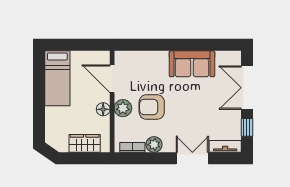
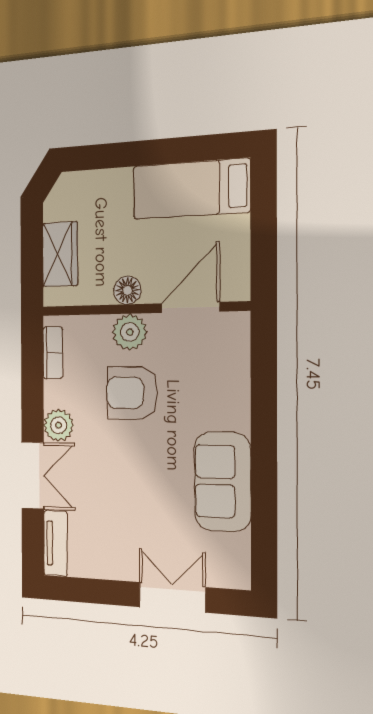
double door: (247, 88) -> (172, 597), width x0.73
armchair: (152, 107) -> (132, 393), turned -90
window: (247, 127) -> (92, 591), removed
plant: (154, 145) -> (59, 425), moved

